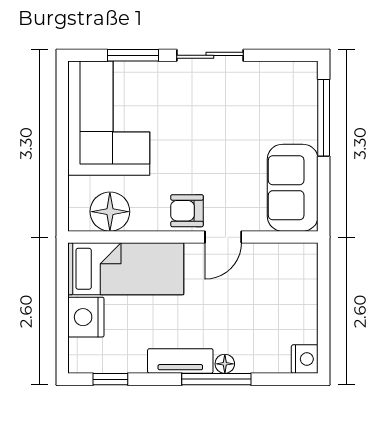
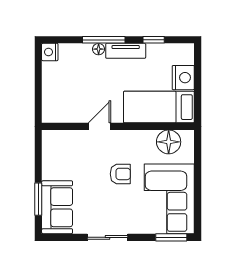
window: (133, 55) -> (171, 237), moved
window: (324, 118) -> (38, 199), width x0.69
sofa: (293, 188) -> (57, 207), moved
armchair: (187, 211) -> (120, 174), moved
window: (110, 379) -> (154, 40), moved

